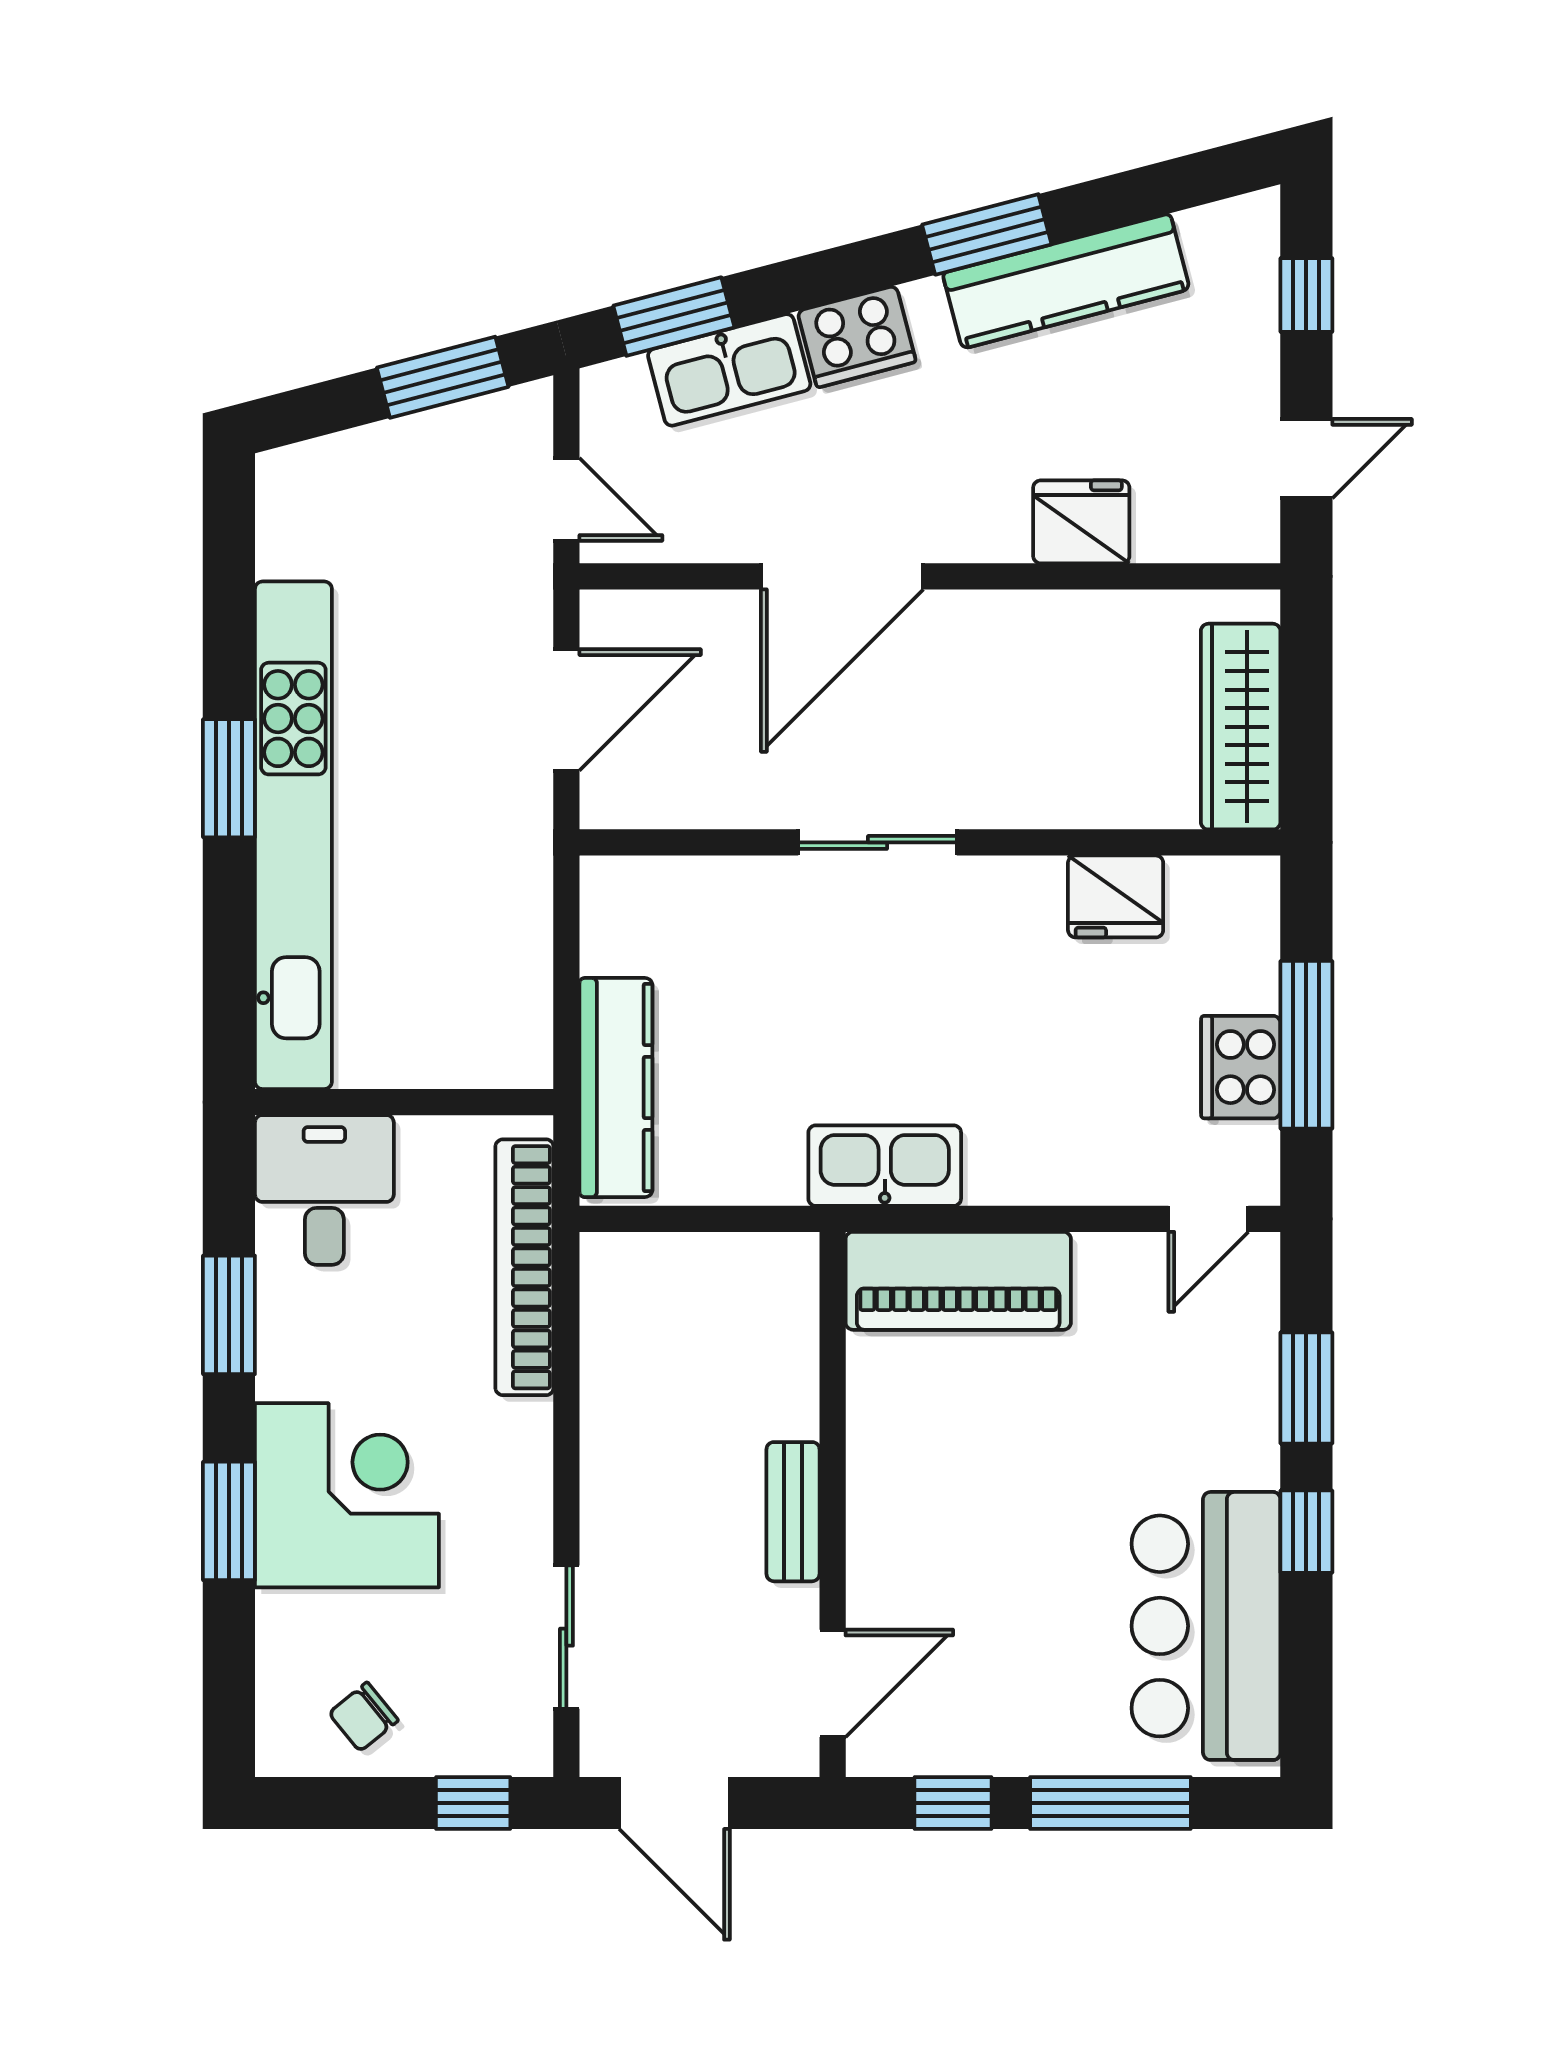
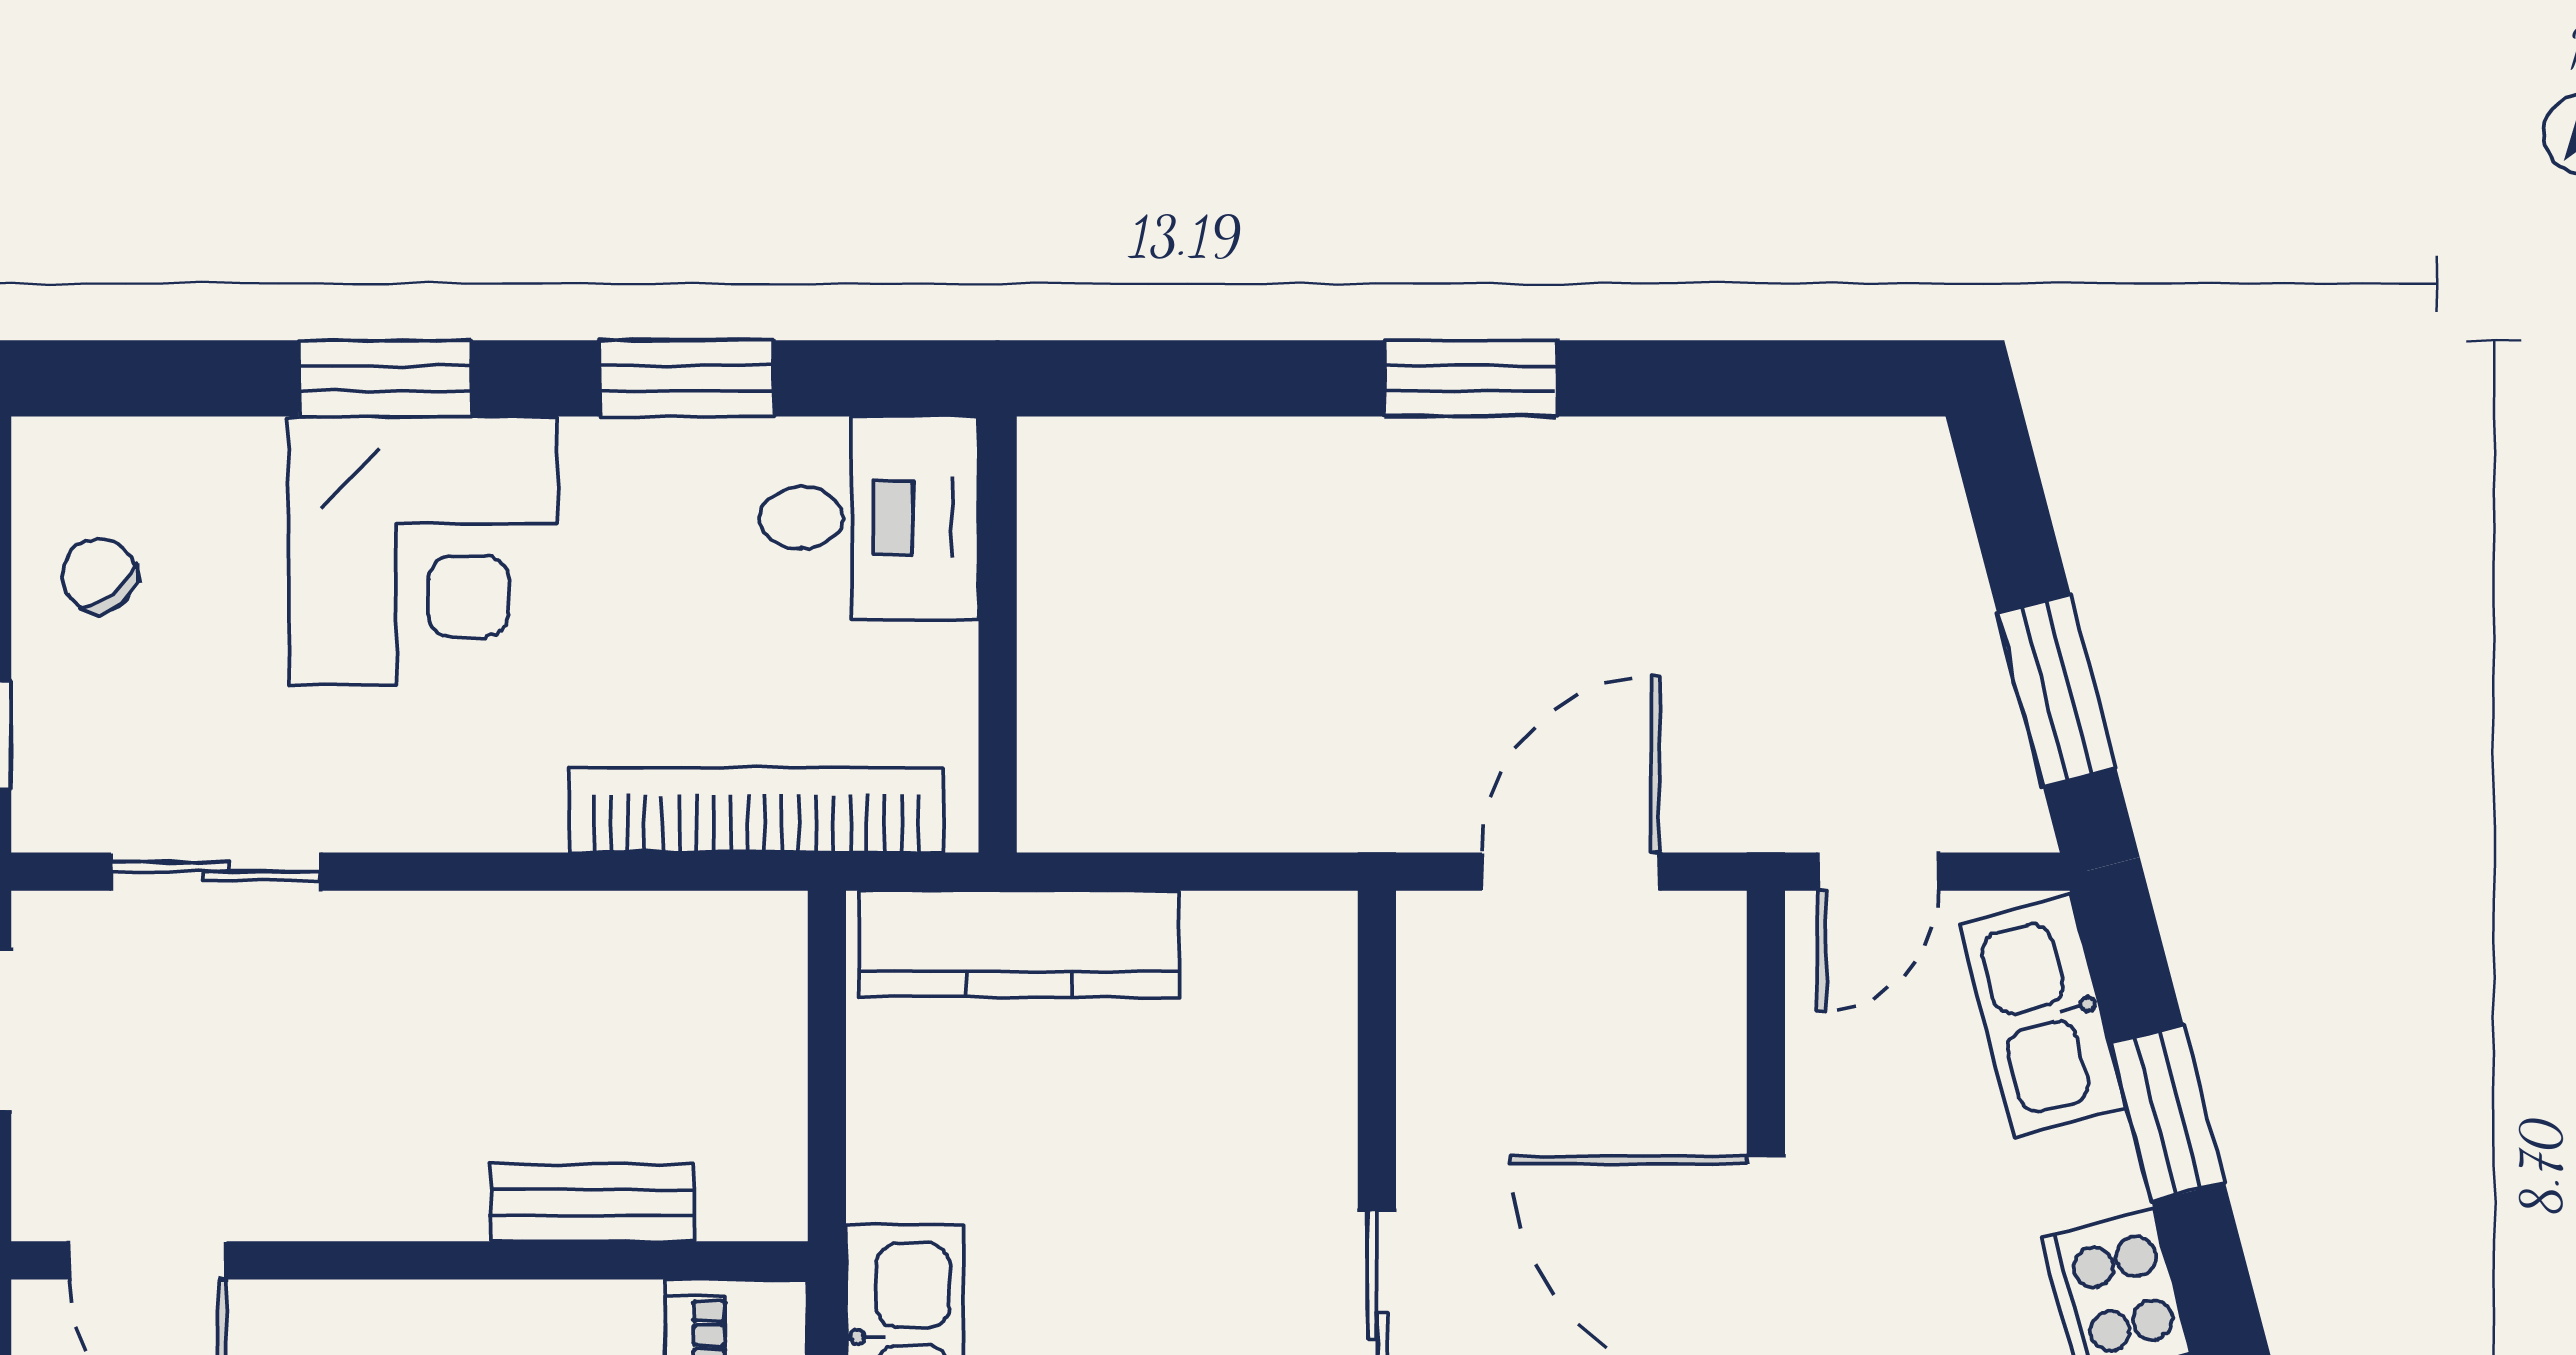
window: (674, 317) -> (2168, 1113), moved
kitchen sink: (729, 370) -> (2043, 1016), moved
door: (566, 710) -> (1571, 872), swing flipped
kitchen unit: (293, 835) -> (1387, 473), removed
bench: (793, 1512) -> (592, 1203), moved

